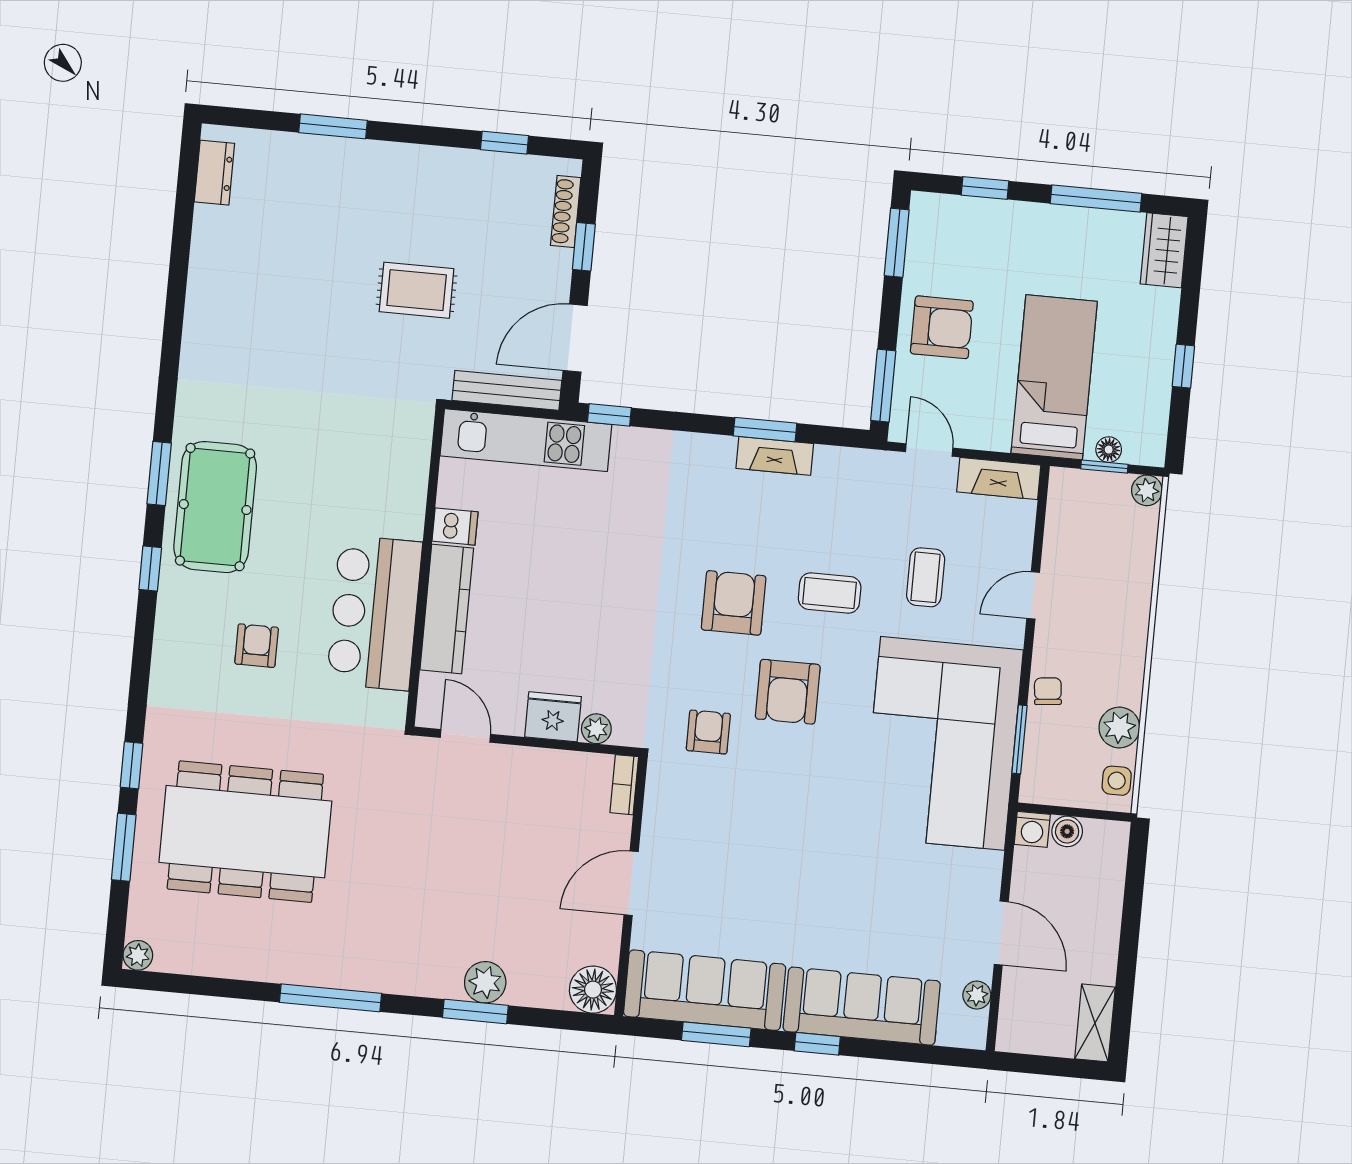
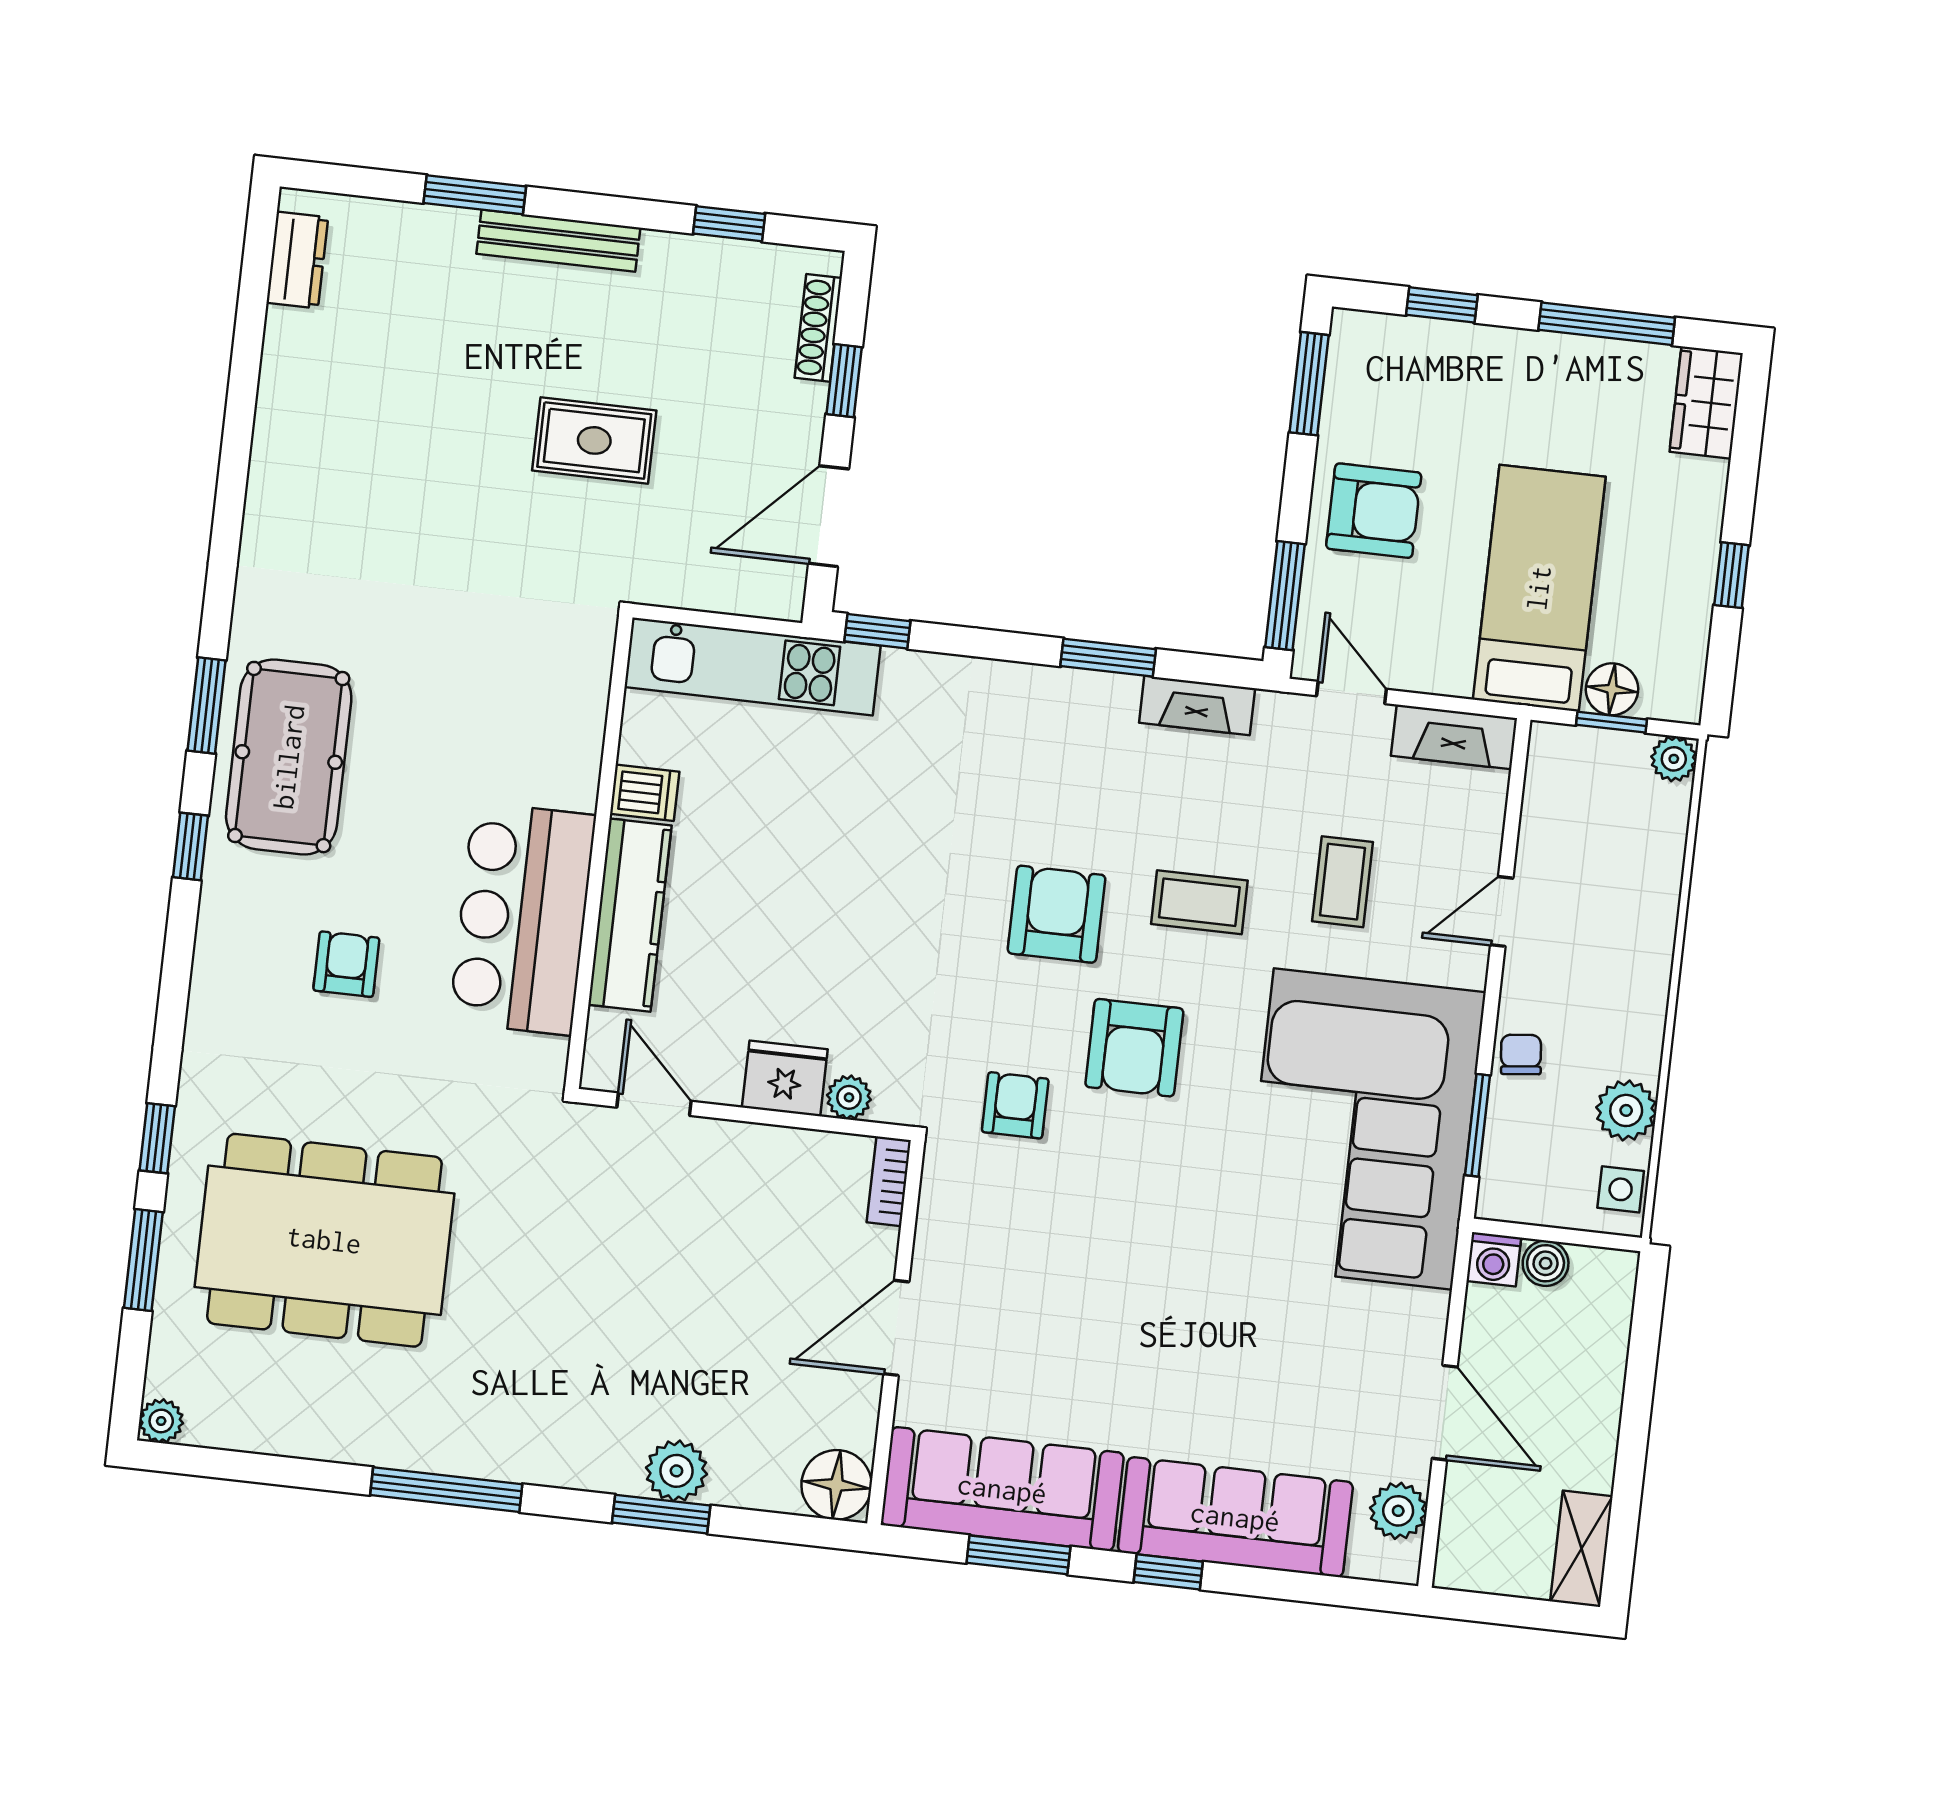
bench: (507, 390) -> (558, 241), moved
floor lamp: (1109, 450) -> (1612, 689), width x1.37, depth x1.37
fireplace: (775, 456) -> (1197, 706), moved
plant: (977, 995) -> (1398, 1511), width x1.38, depth x1.38

